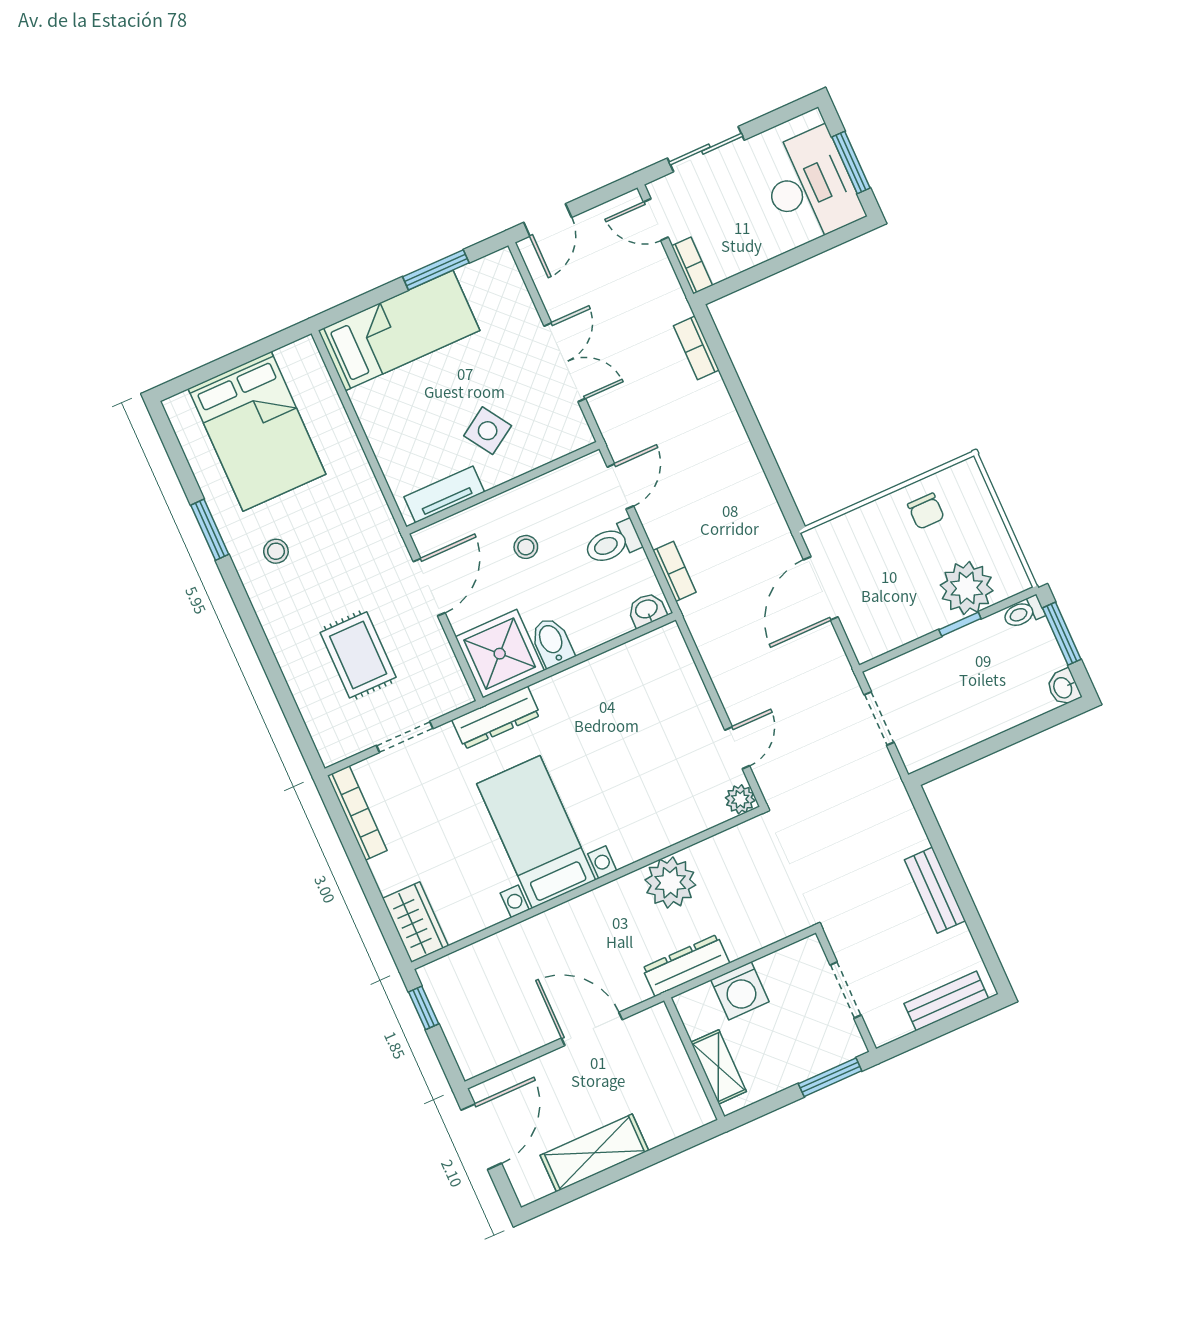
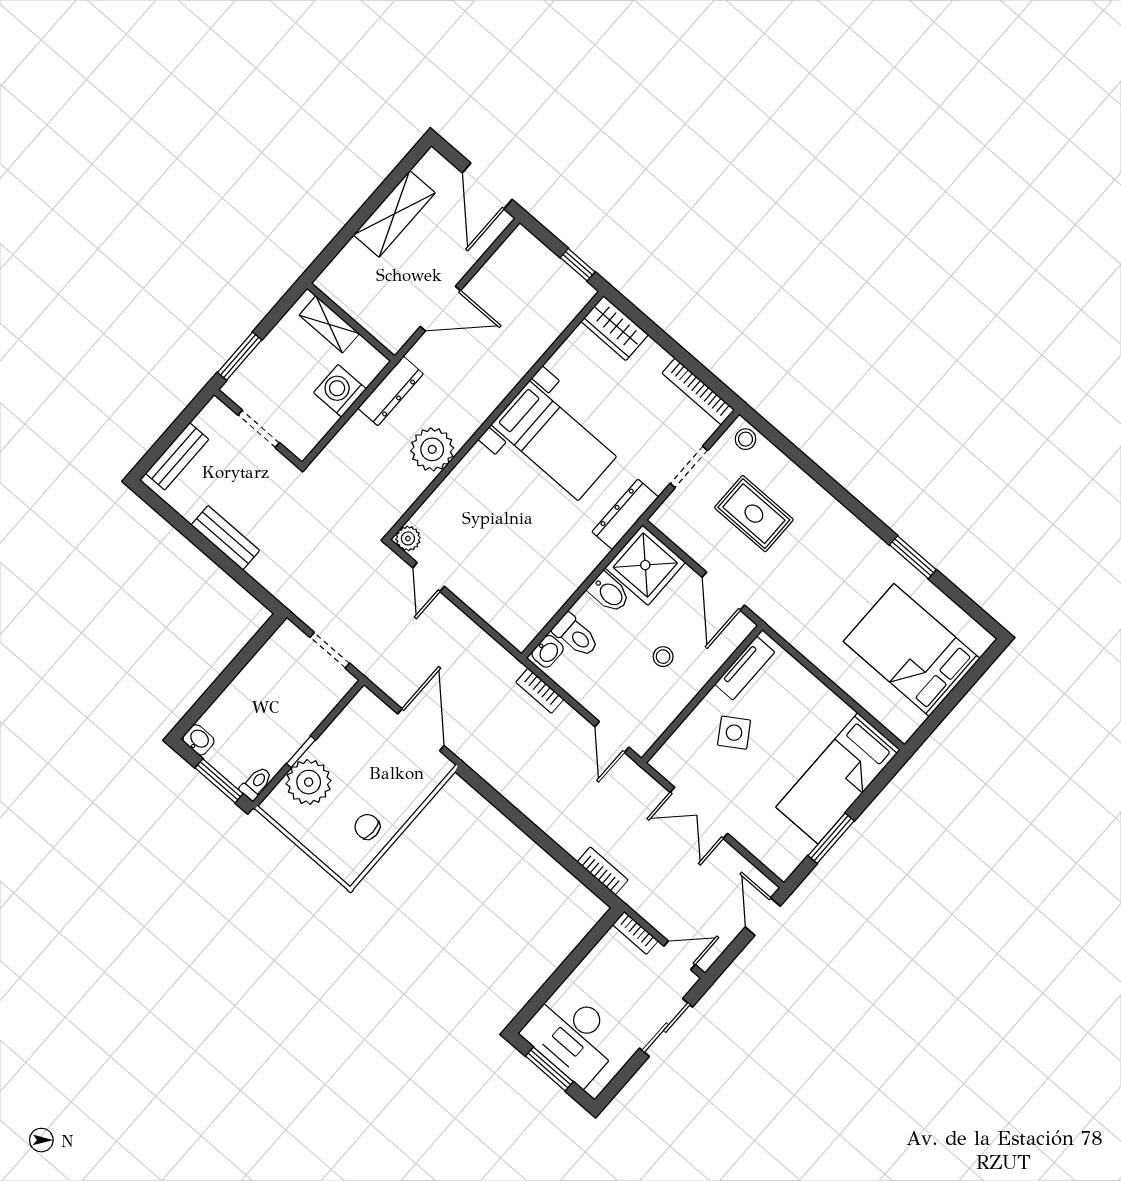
toilet: (613, 543) -> (576, 635), moved, turned 90
stool: (276, 551) -> (745, 439), moved

